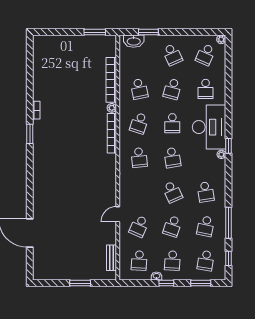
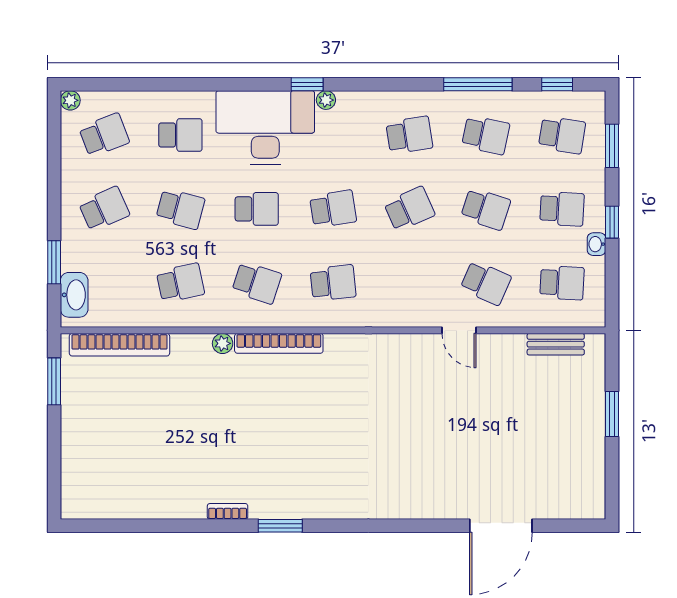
school desk: (206, 55) -> (104, 135), turned -45
bookcase: (111, 80) -> (119, 345), moved

